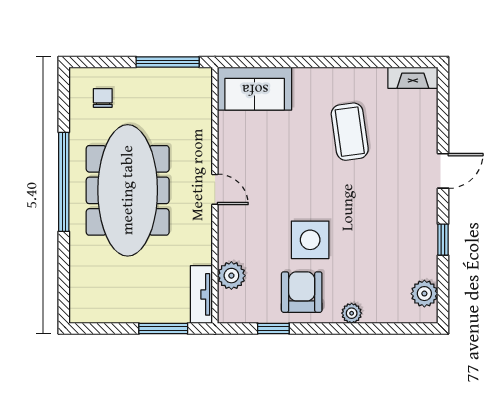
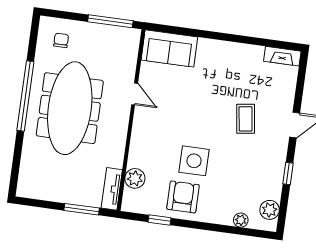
coffee table: (350, 132) -> (246, 119), moved, width x0.73, depth x0.77
door: (215, 189) -> (135, 94), moved
plant: (352, 313) -> (241, 220), moved

